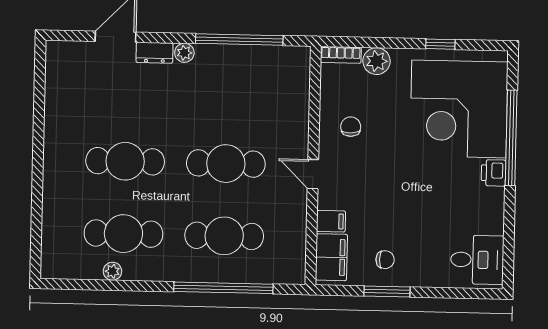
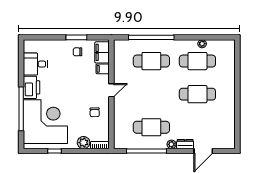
cafe table: (226, 164) -> (151, 127), moved
printer: (493, 173) -> (32, 87), width x1.87, depth x1.48
door: (313, 174) -> (111, 90), hinge flipped
desk: (477, 260) -> (35, 64), moved

